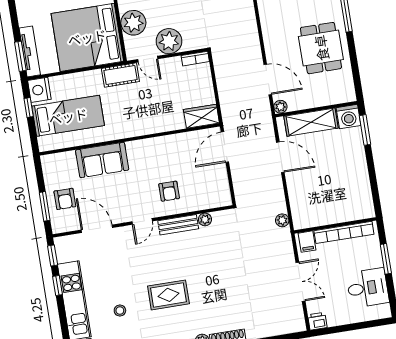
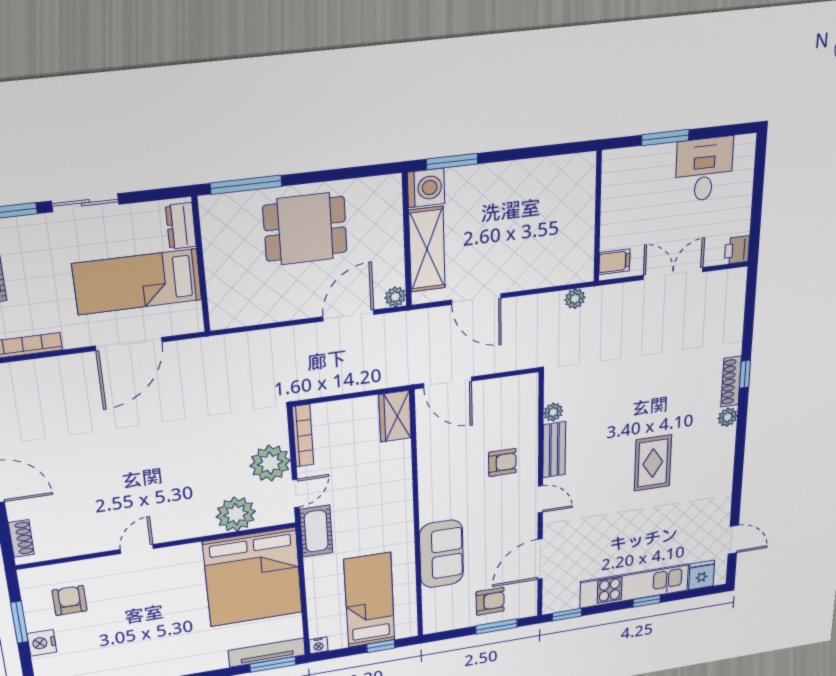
bookcase: (195, 59) -> (303, 436), width x1.56
nightstand: (39, 90) -> (318, 645), width x0.53, depth x0.56
window: (29, 108) -> (381, 646), moved
door: (280, 157) -> (476, 299), swing flipped
bookcase: (344, 232) -> (611, 203), removed
window: (57, 286) -> (647, 601), moved
stool: (120, 311) -> (661, 527), removed

